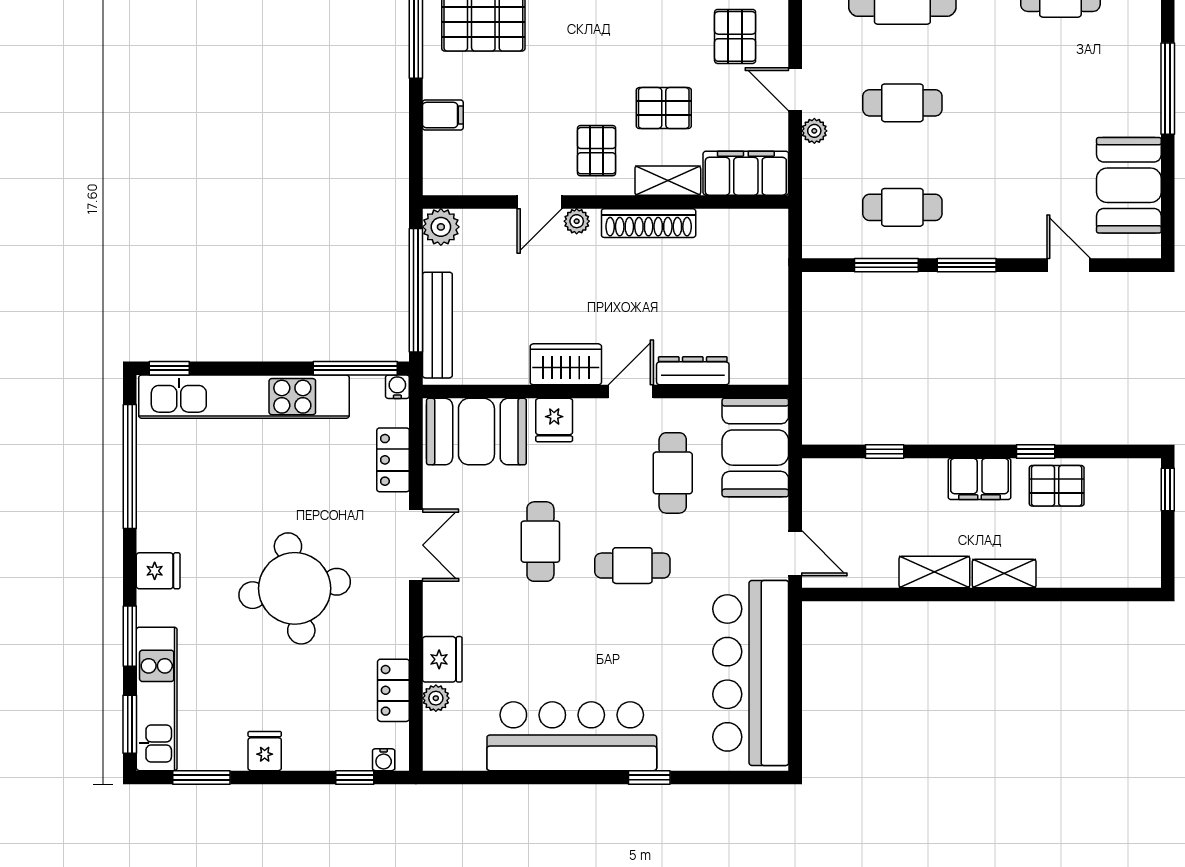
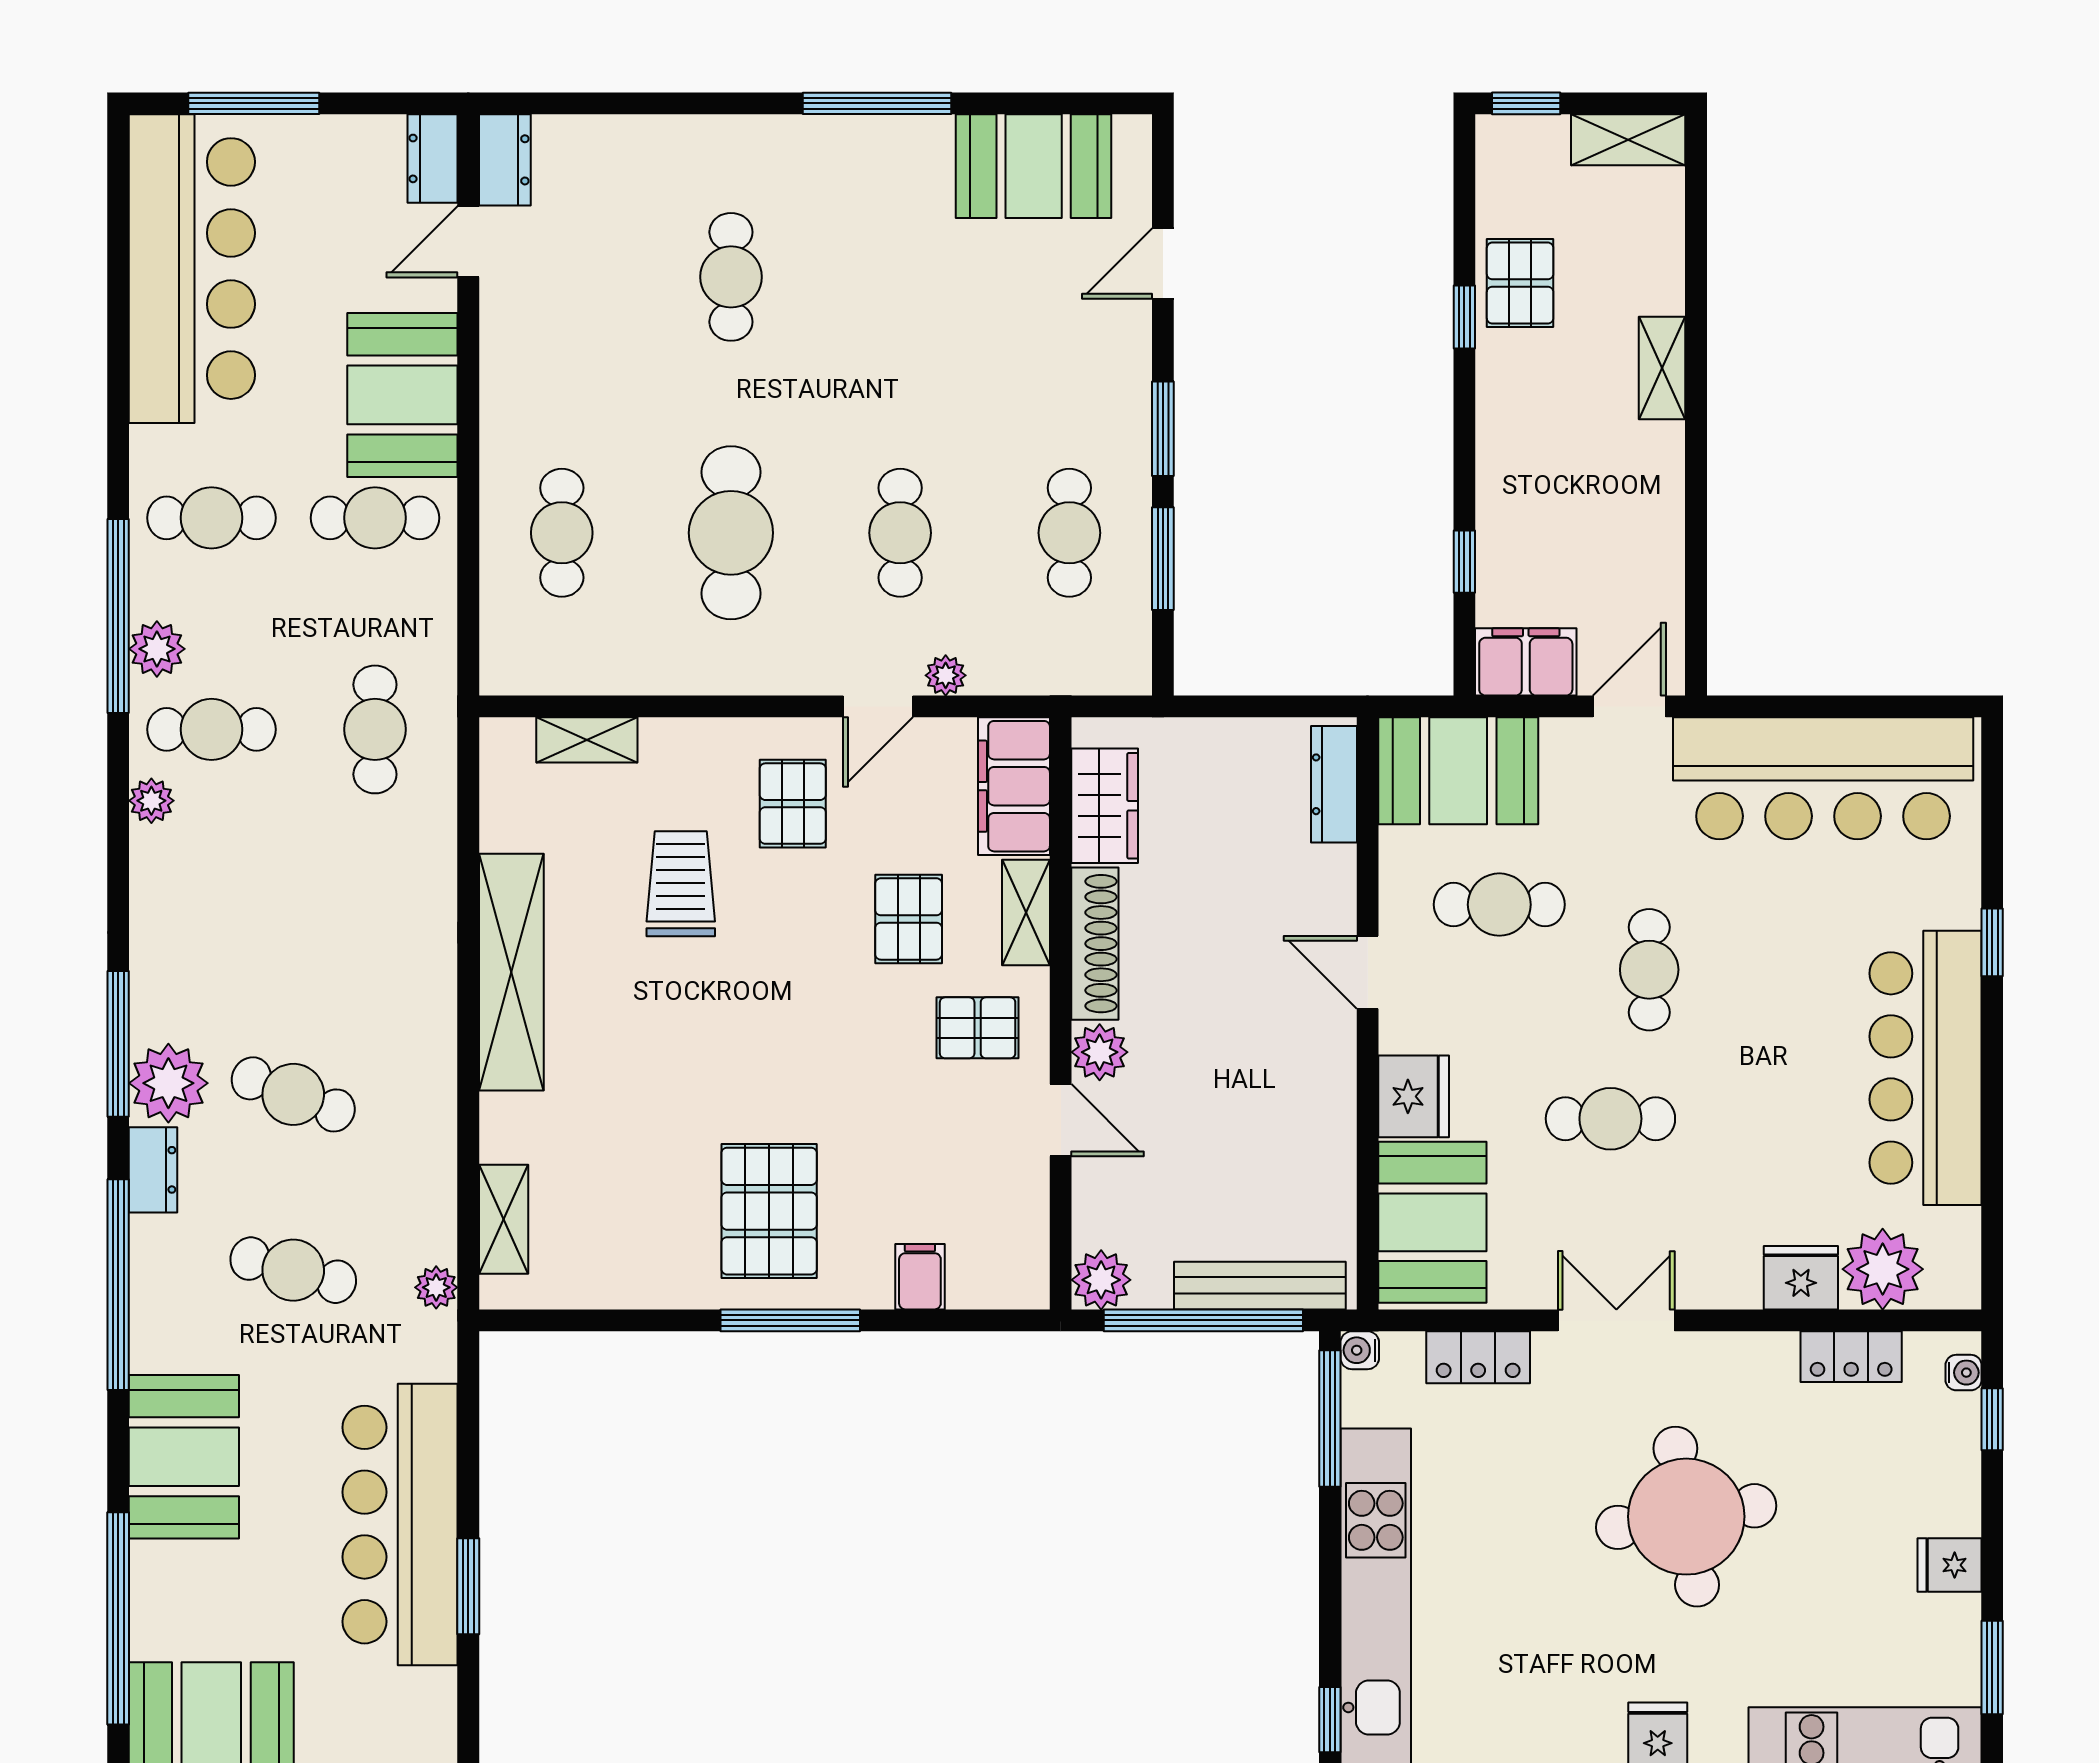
pallet: (735, 36) -> (793, 804), turned 90
plant: (577, 221) -> (1100, 1052), width x1.38, depth x1.38
wardrobe: (566, 364) -> (1105, 806), moved, turned 180
dresser: (693, 371) -> (1334, 784), moved
fridge: (554, 420) -> (1414, 1096), width x1.38
filing cabinet: (980, 479) -> (1526, 662), moved, turned -90
shelving: (934, 572) -> (1628, 140), moved, turned 90
plant: (436, 698) -> (1883, 1269), width x1.88, depth x1.88

